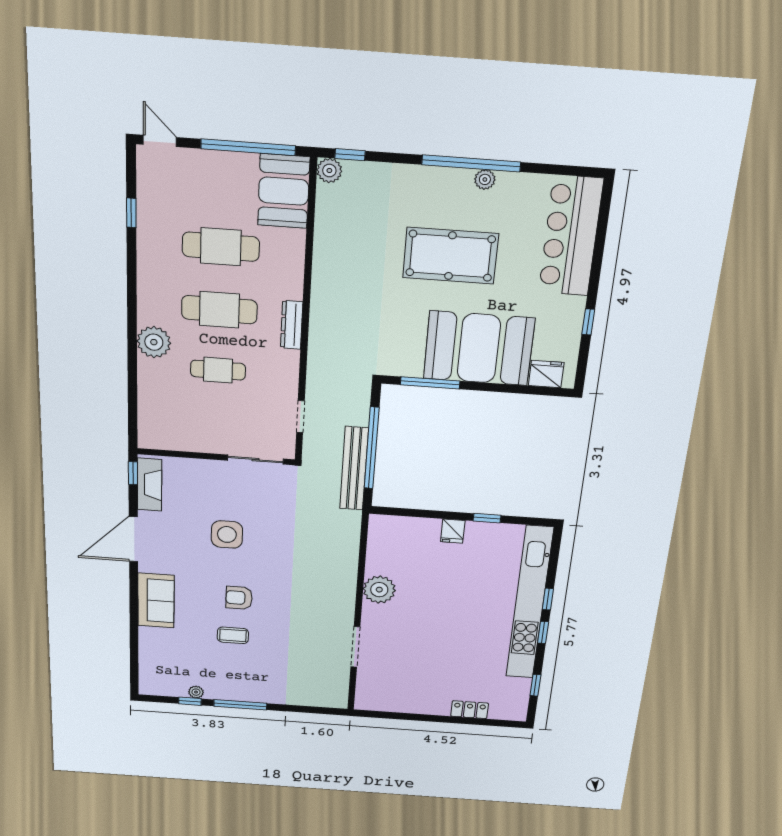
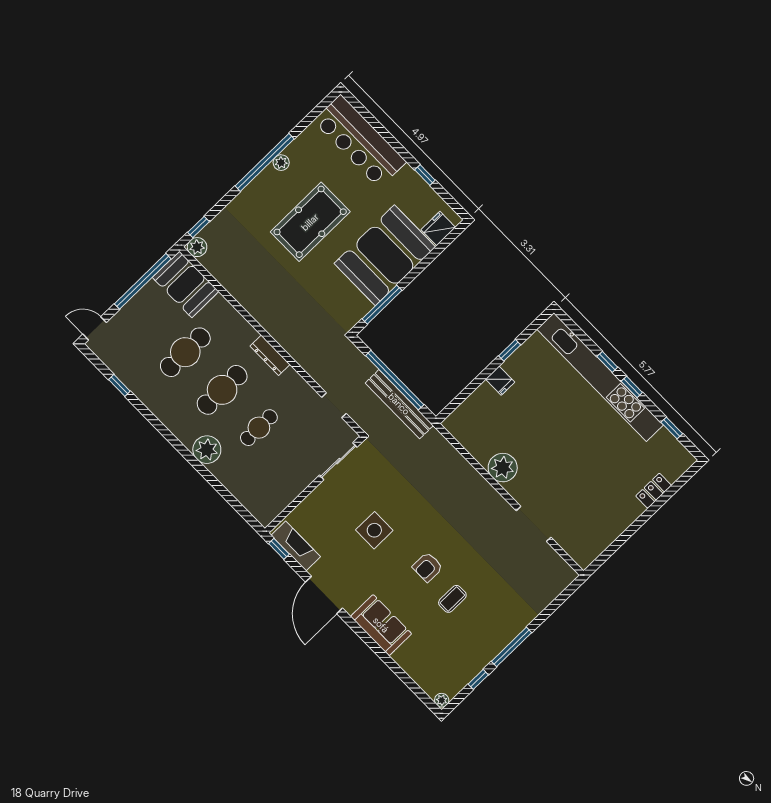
plant: (196, 692) -> (442, 700), moved

